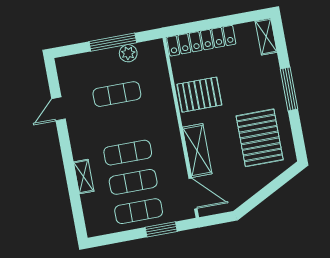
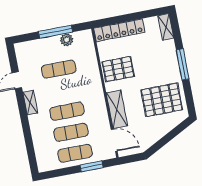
pallet: (260, 138) -> (162, 100), turned 90
shelving: (84, 177) -> (30, 103), moved

